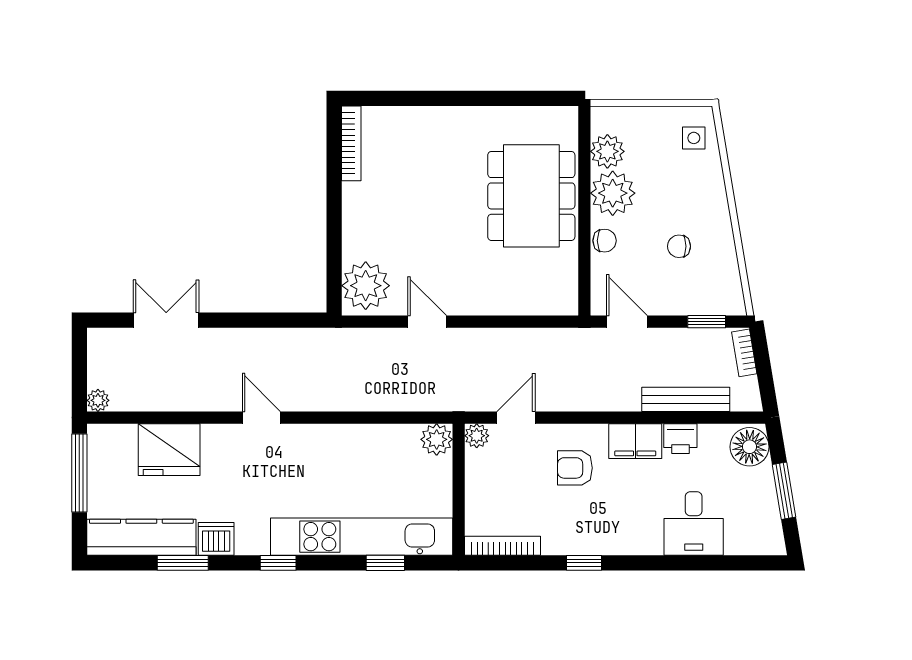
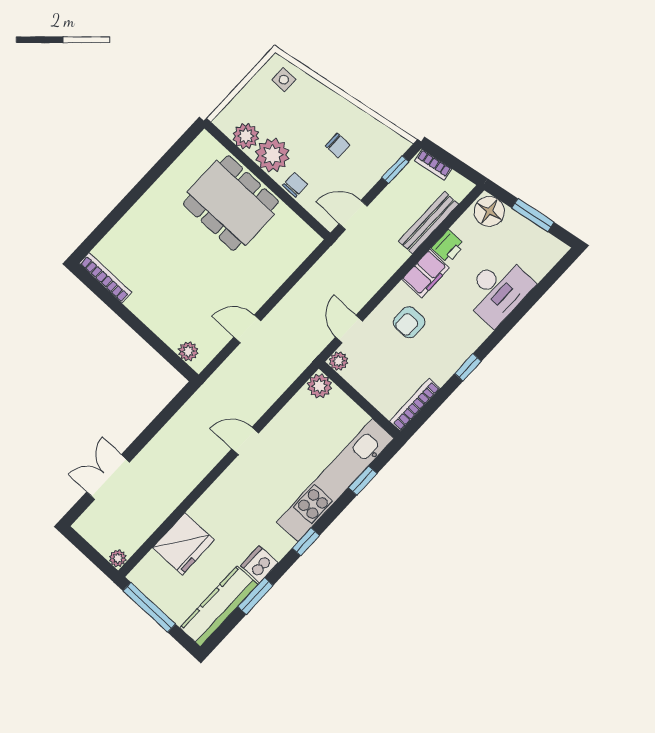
chair: (679, 246) -> (338, 145), turned -90
plant: (366, 286) -> (188, 351), width x0.53, depth x0.53
door: (261, 418) -> (245, 441), moved
desk: (694, 524) -> (498, 290), width x1.37

